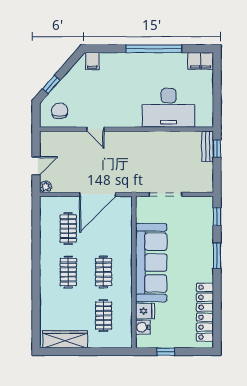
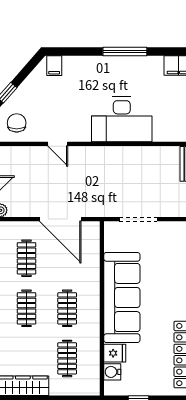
window: (154, 49) -> (125, 52), width x0.68
desk: (169, 108) -> (122, 119), moved
door: (98, 194) -> (60, 219), hinge flipped

